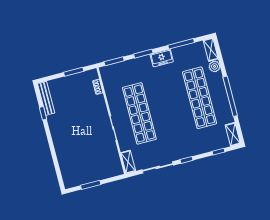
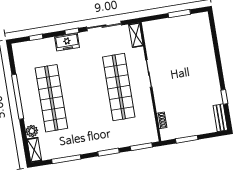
freezer: (162, 58) -> (67, 42), moved, turned 180
bench: (46, 98) -> (220, 118), width x0.73
shelving: (233, 134) -> (19, 55), removed

